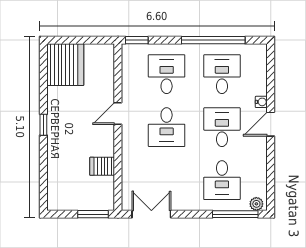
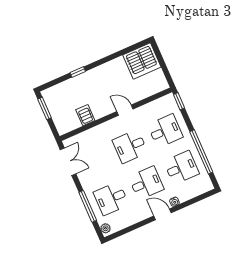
window: (43, 125) -> (78, 72), moved
window: (93, 214) -> (45, 108), moved
window: (235, 214) -> (88, 206), moved

